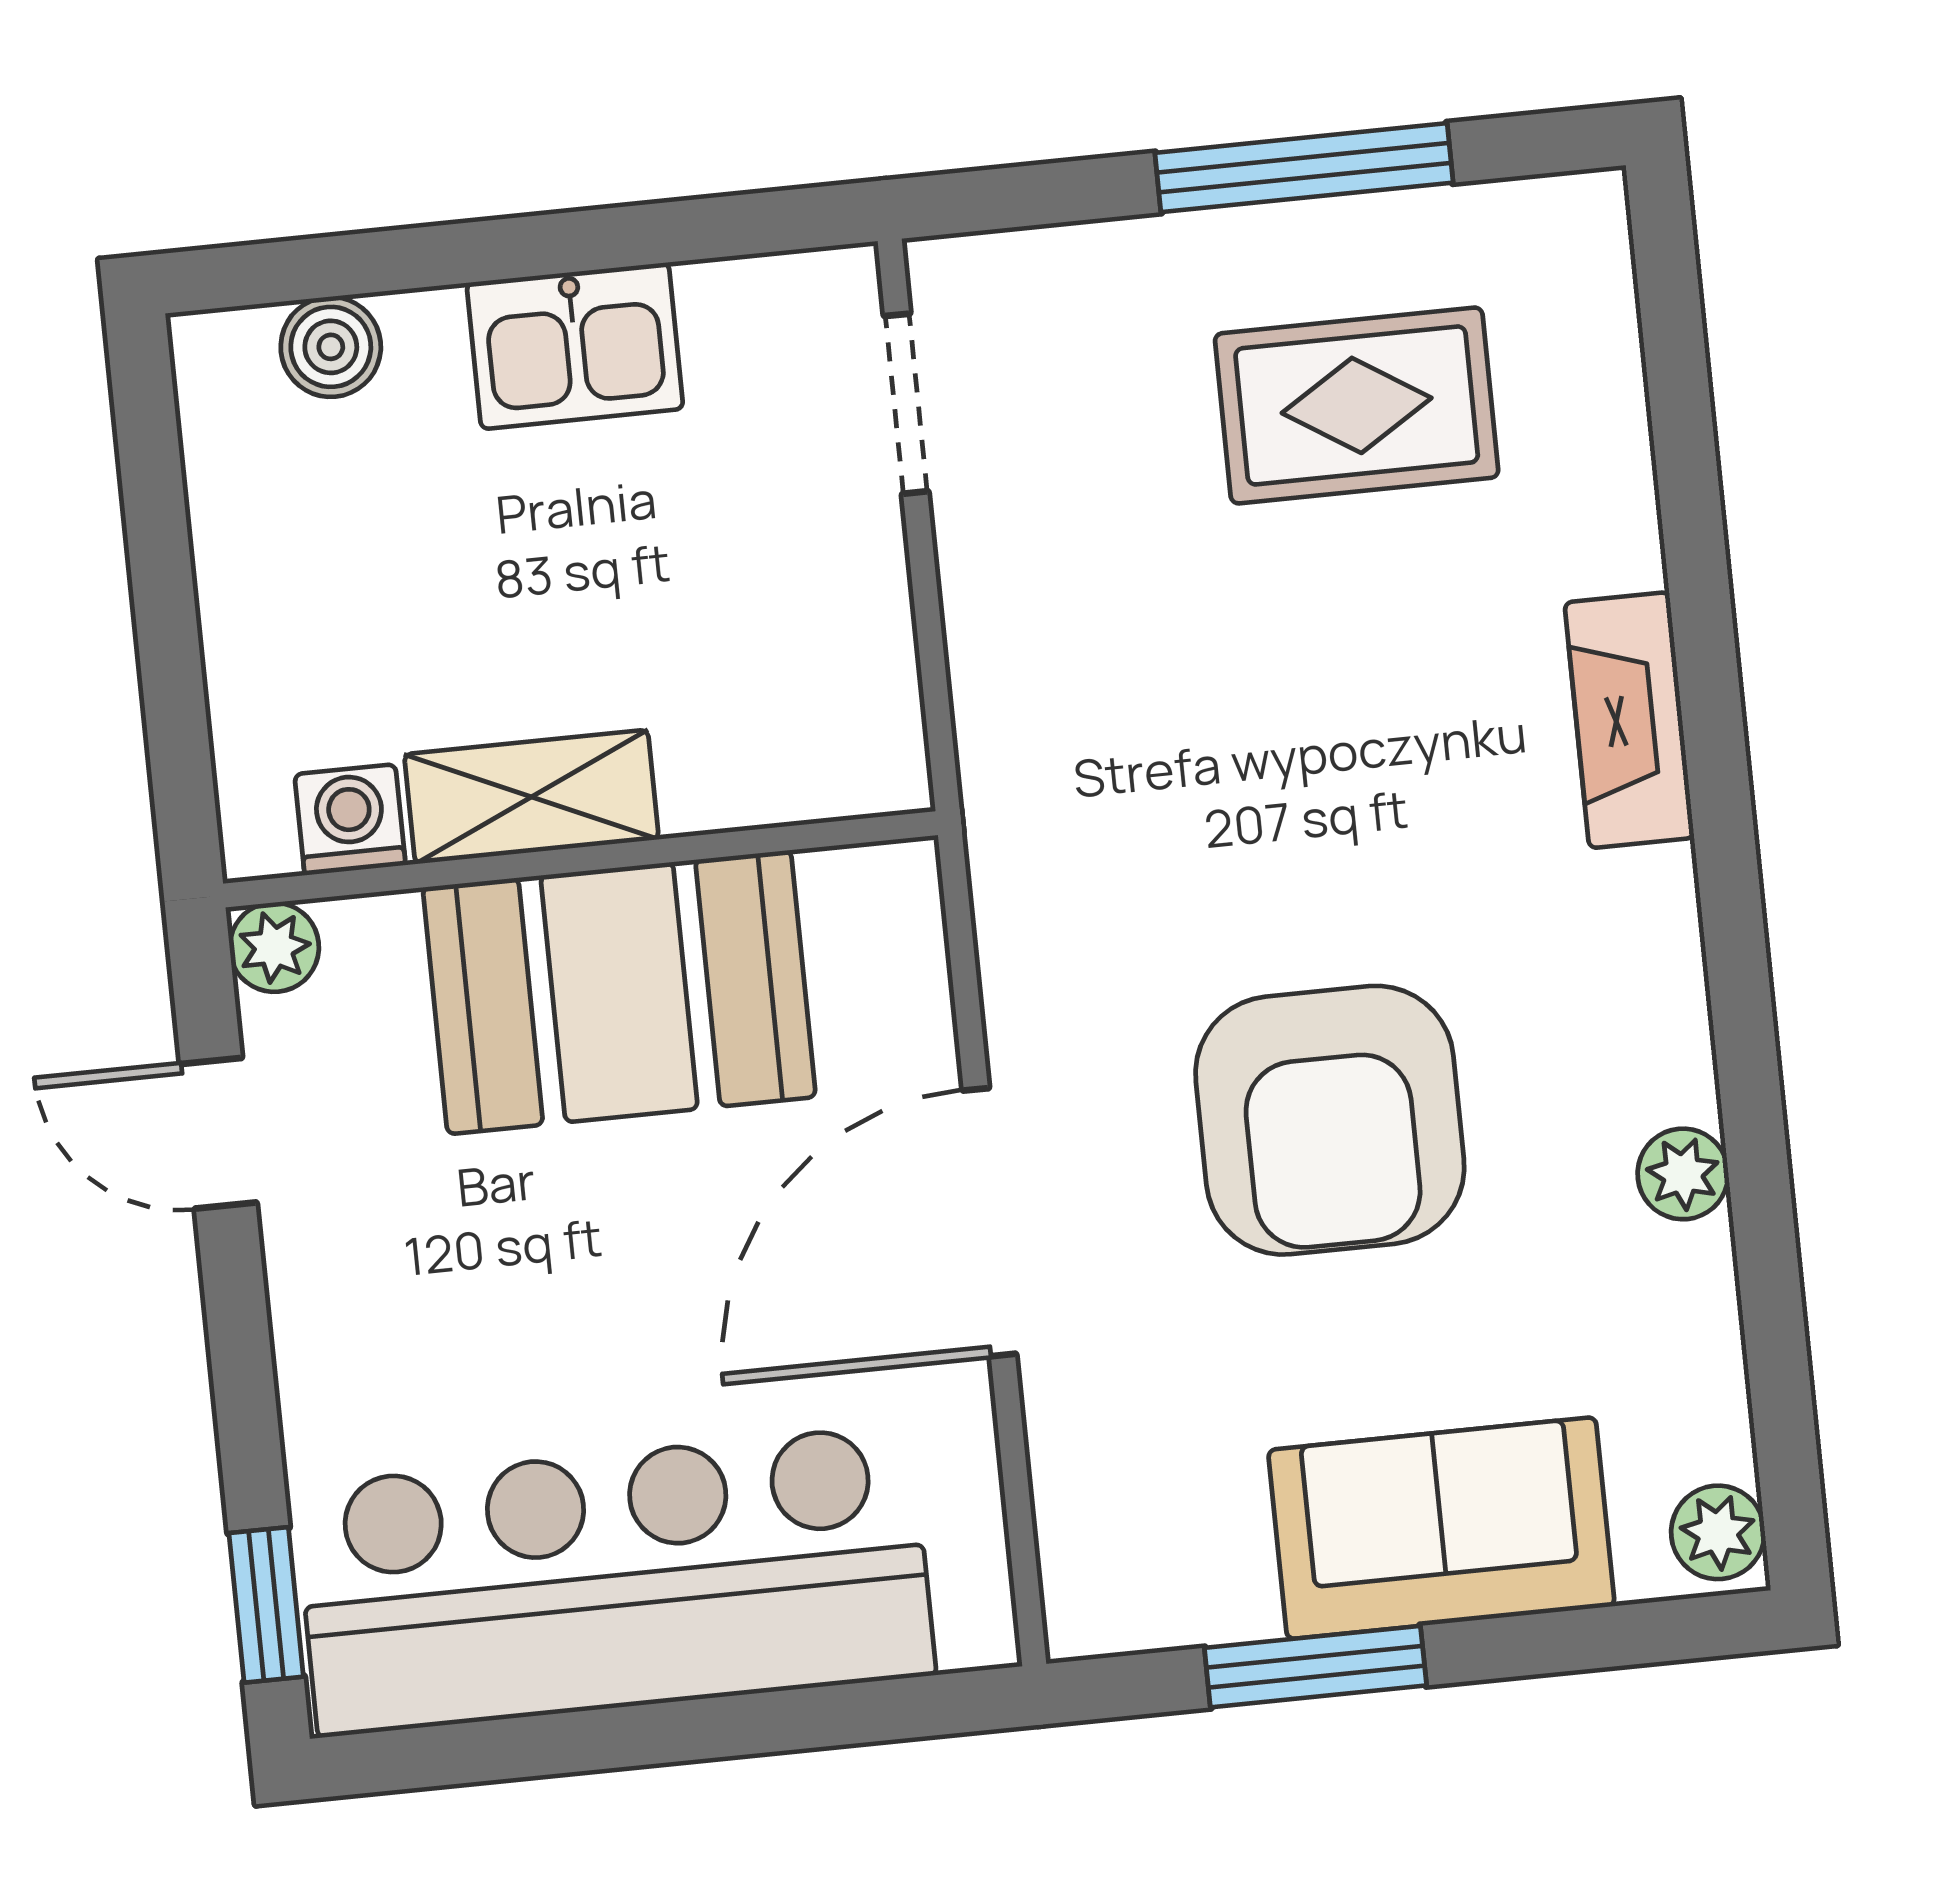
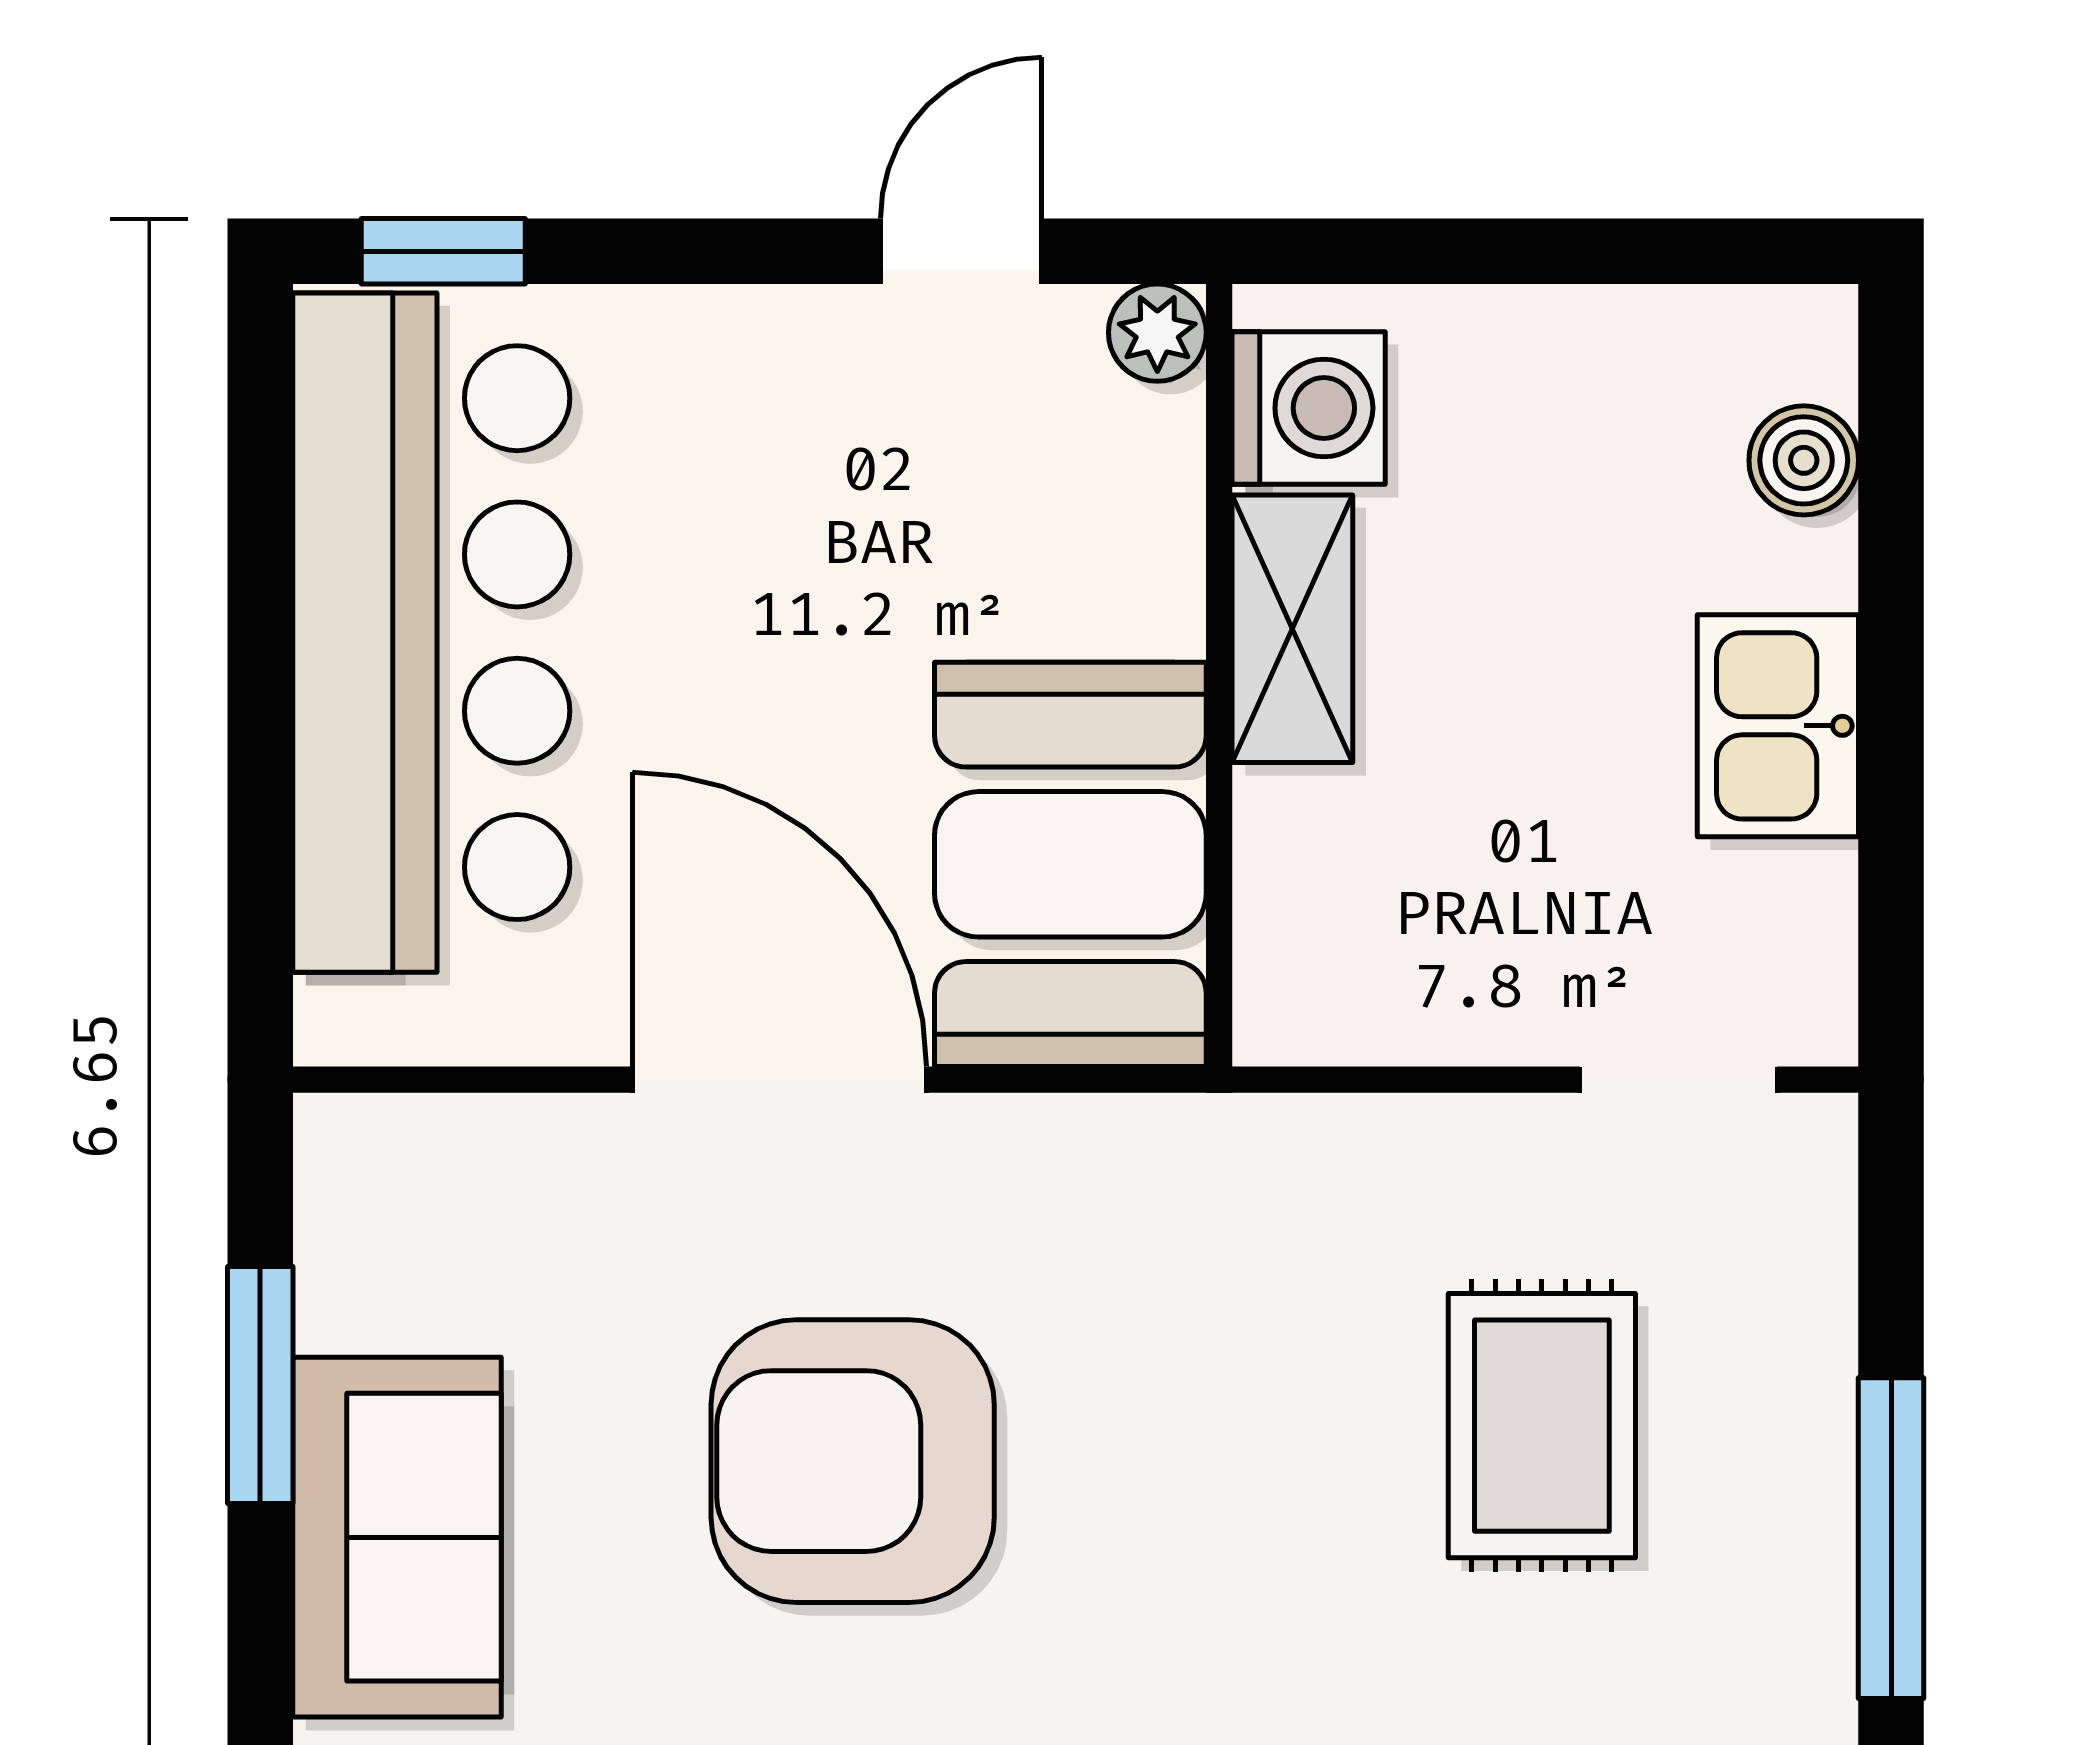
rug: (1357, 405) -> (1542, 1426), moved
washing machine: (350, 820) -> (1309, 408), width x1.38, depth x1.38
booth: (619, 992) -> (1070, 864), moved

